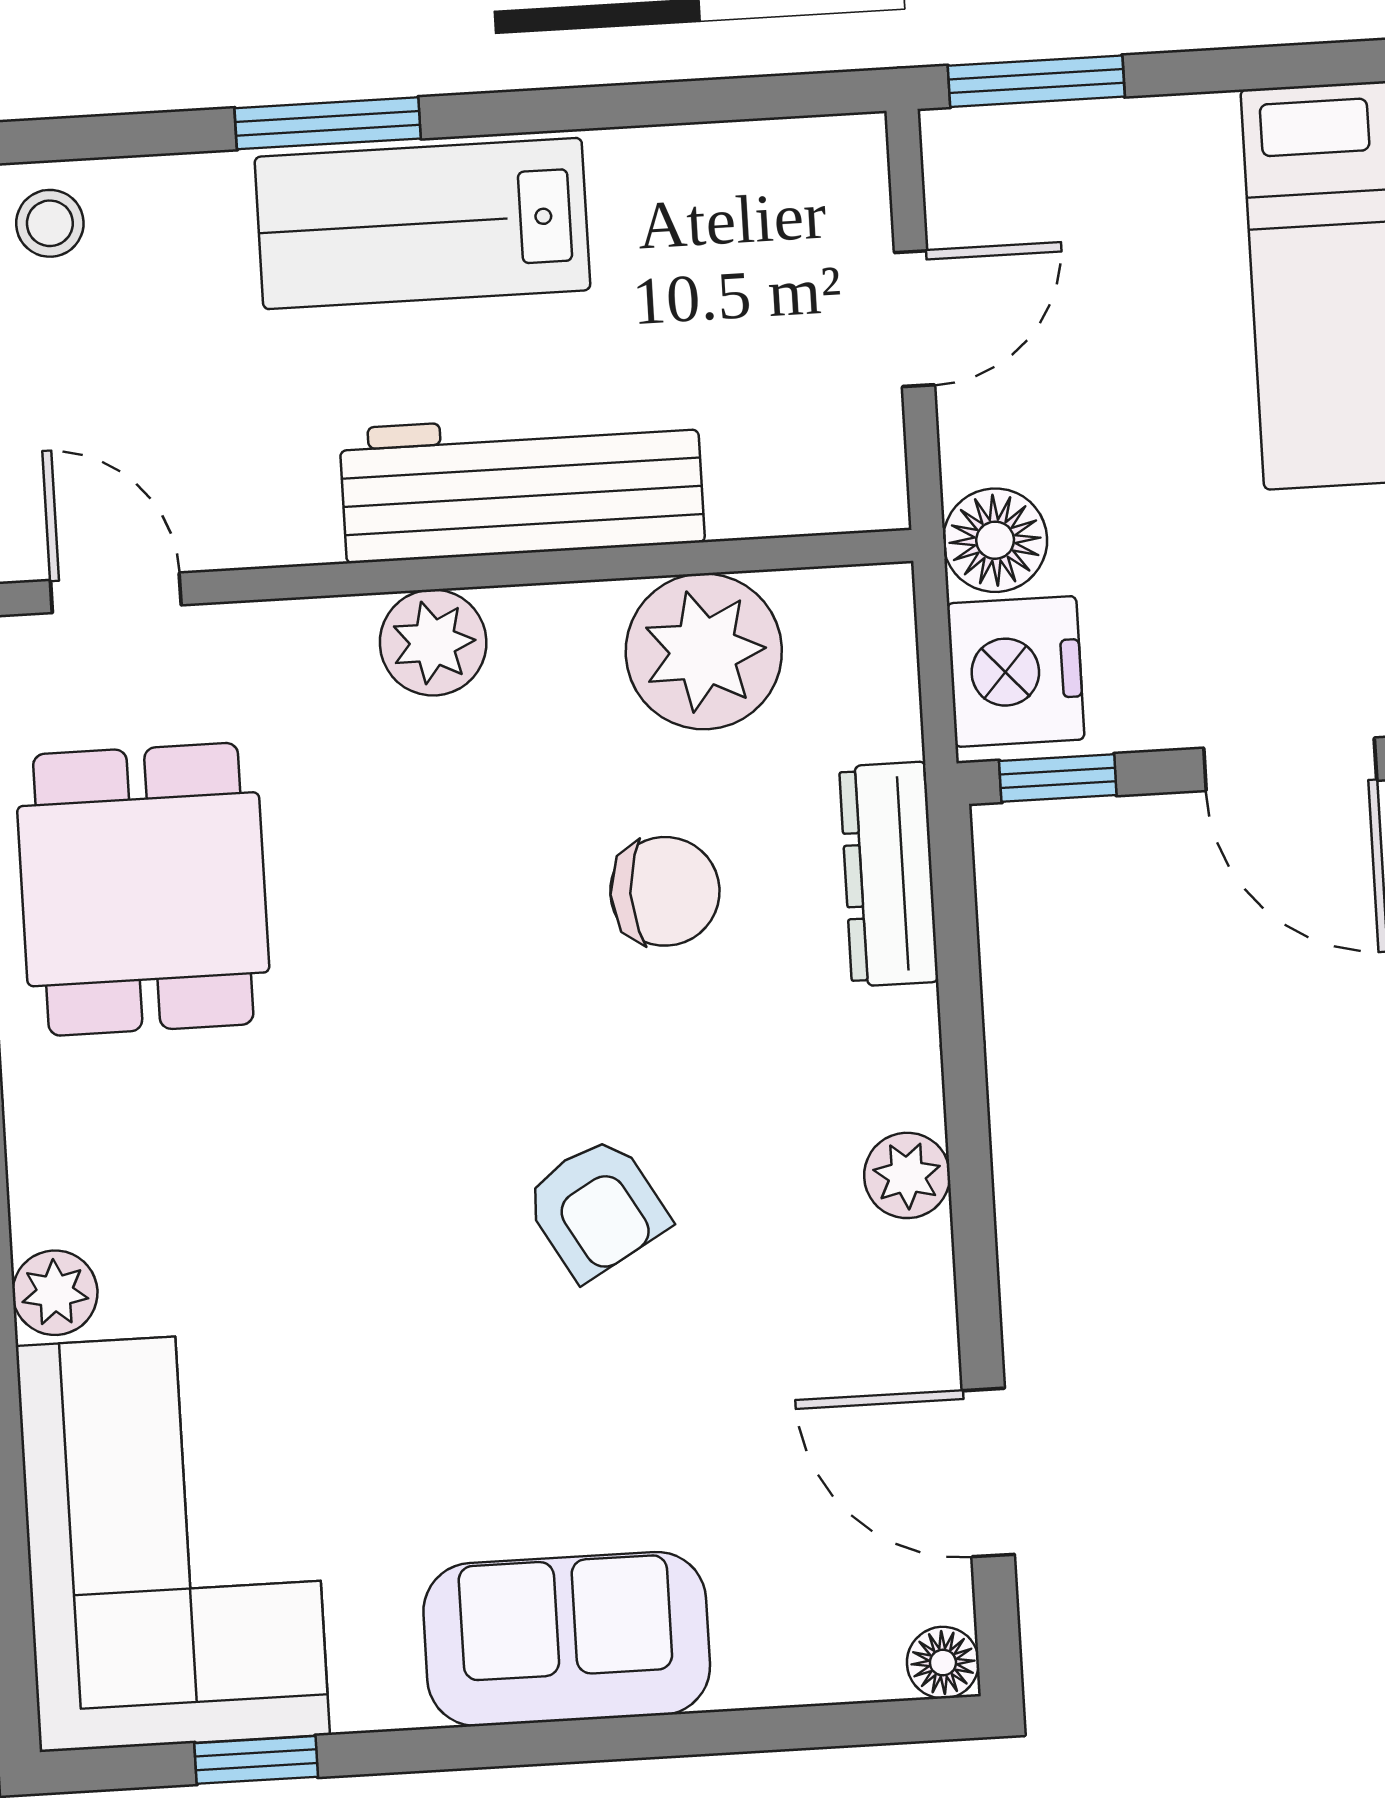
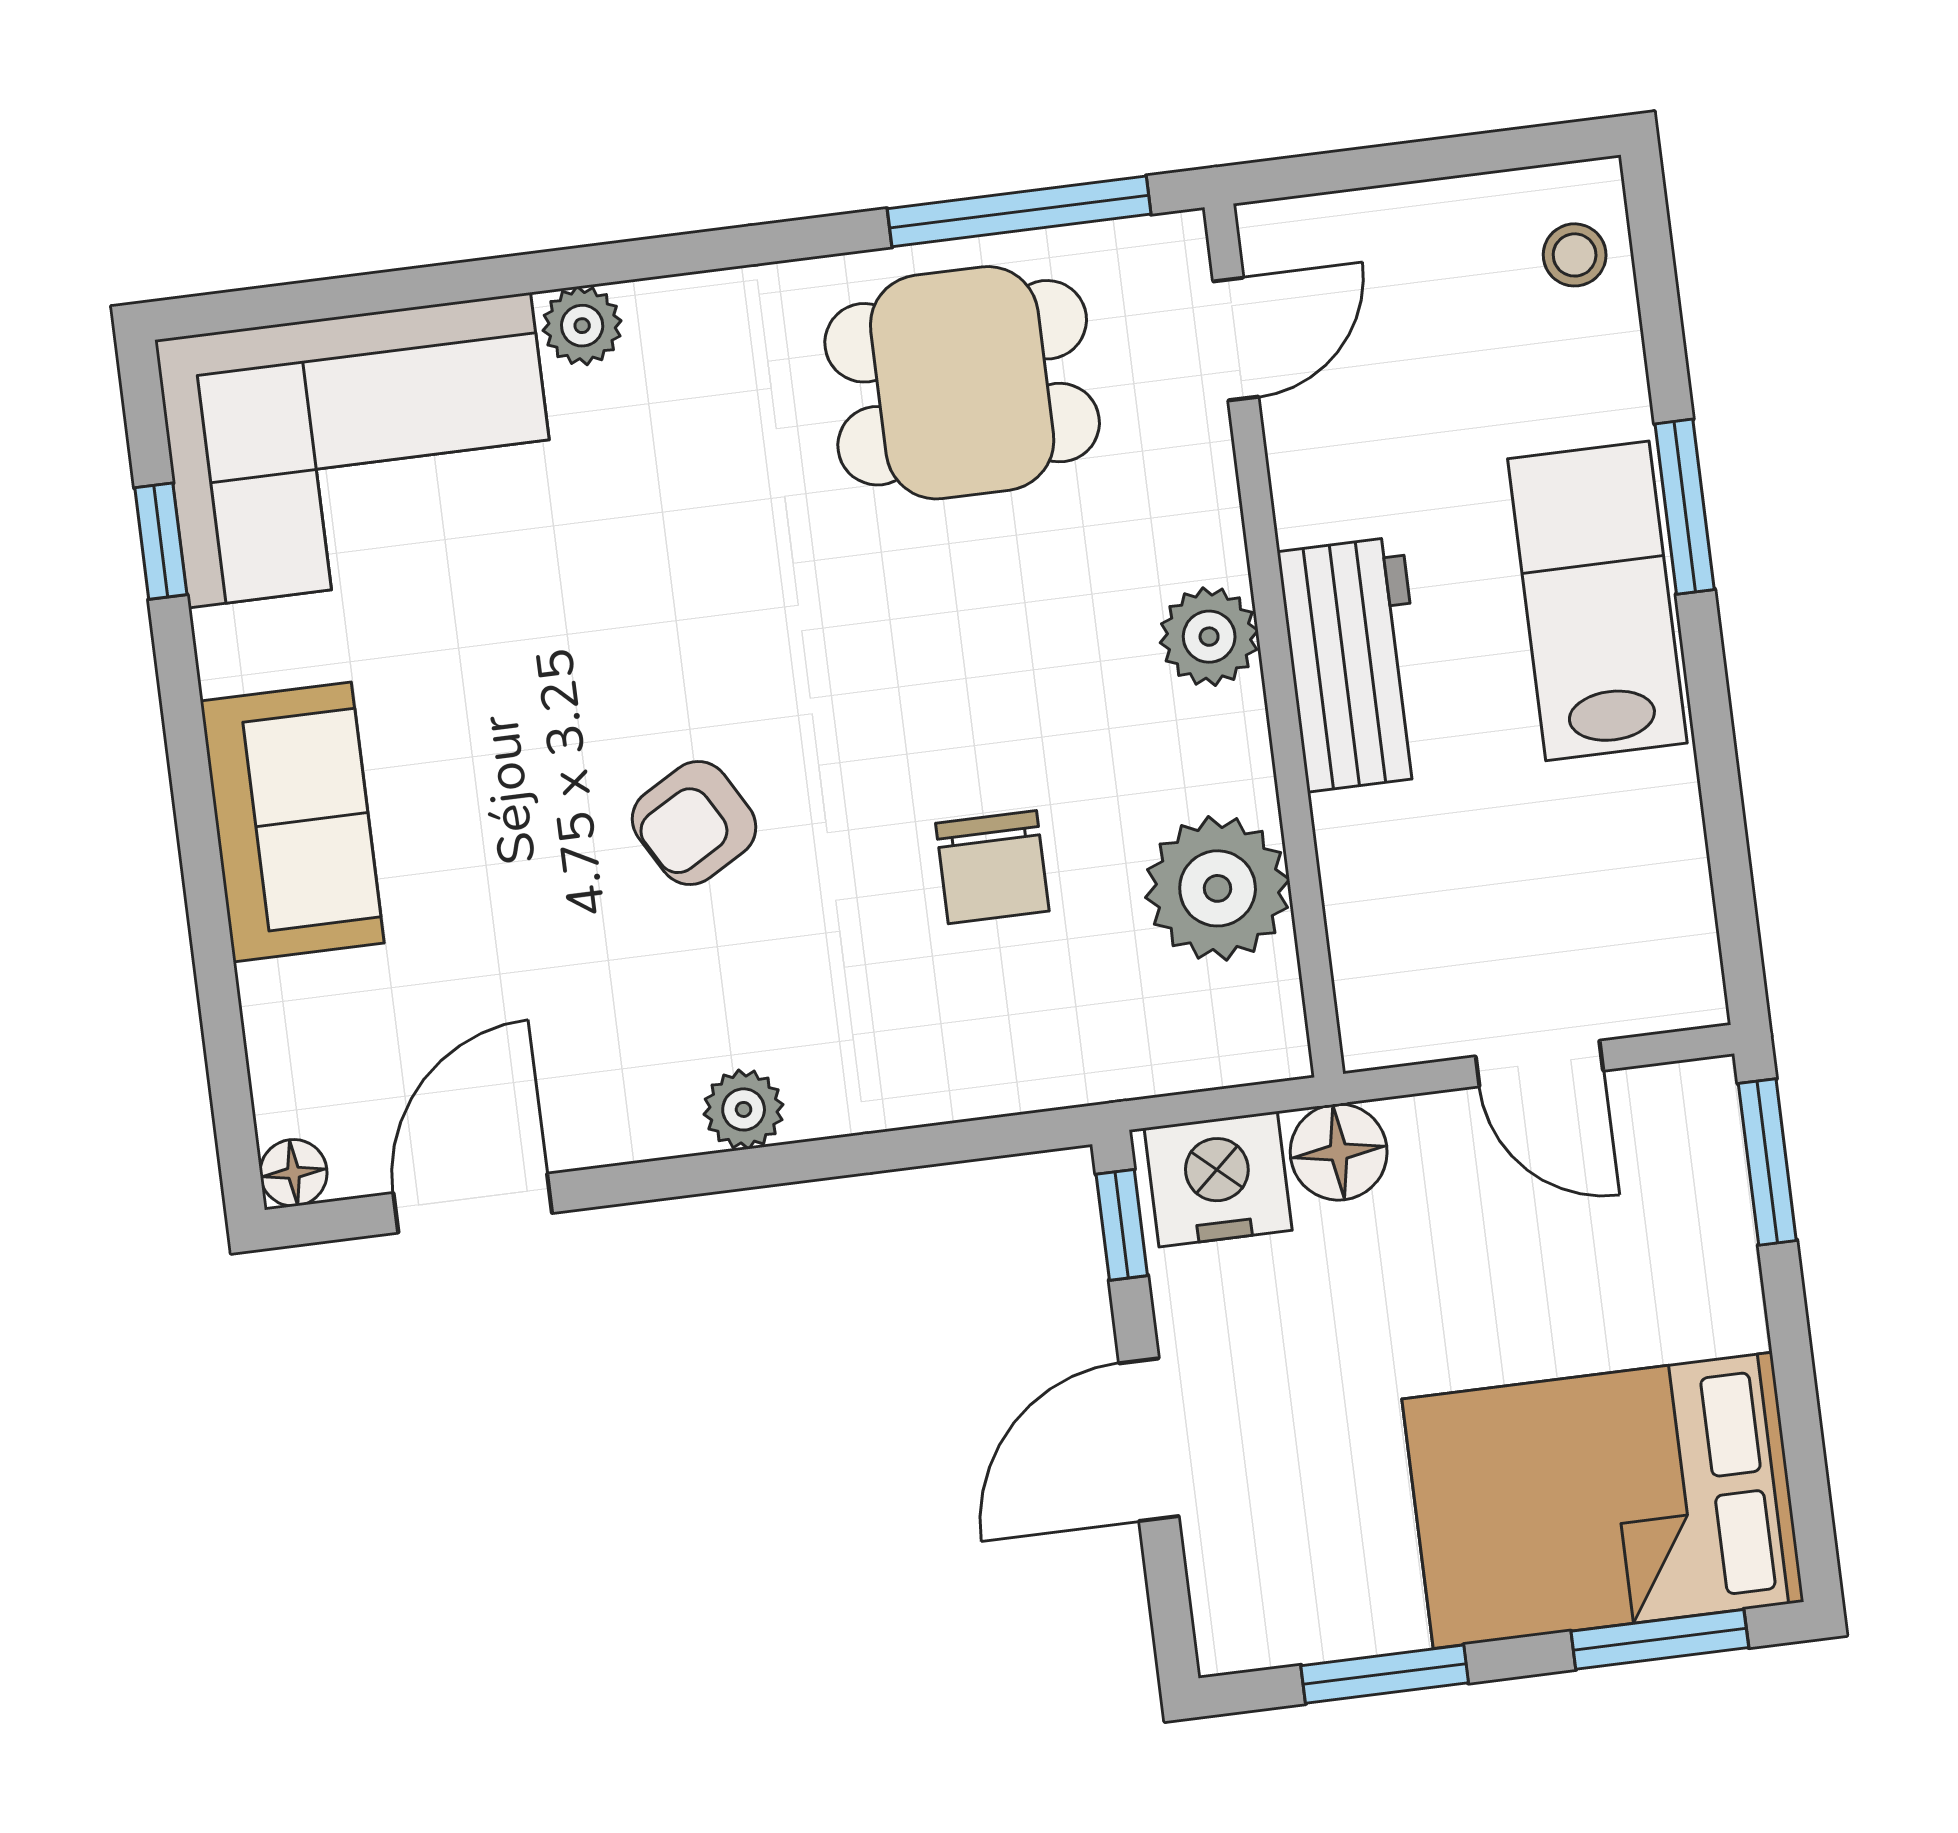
workbench: (522, 486) -> (1354, 664), width x0.73
dresser: (889, 874) -> (1022, 1074), removed

